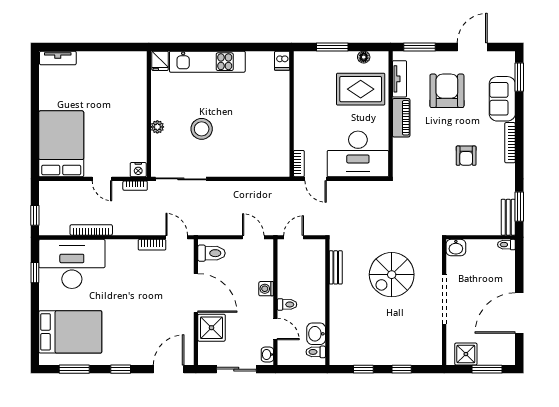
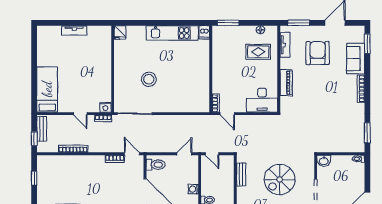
window: (332, 47) -> (228, 23), moved
tv unit: (58, 58) -> (74, 30), moved
kitchen unit: (207, 62) -> (172, 33), moved
rug: (361, 89) -> (258, 52), width x0.73, depth x0.70
piano: (401, 118) -> (286, 83), moved
plant: (157, 127) -> (118, 78), removed
bed: (61, 144) -> (47, 89), width x0.67
desk: (358, 154) -> (262, 100), width x0.73, depth x0.77
armchair: (466, 156) -> (331, 98), removed
bench: (508, 217) -> (42, 129), moved
door: (253, 237) -> (184, 154), hinge flipped
door: (294, 237) -> (212, 154), swing flipped
desk: (72, 264) -> (60, 172), removed

